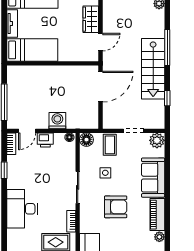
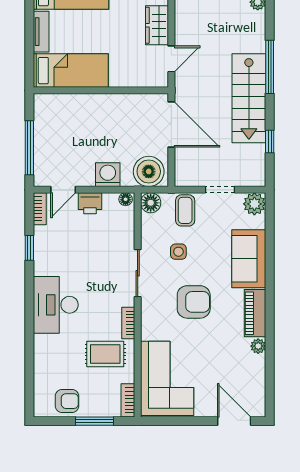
door: (100, 87) -> (171, 125), hinge flipped
boiler: (85, 118) -> (149, 171), added

